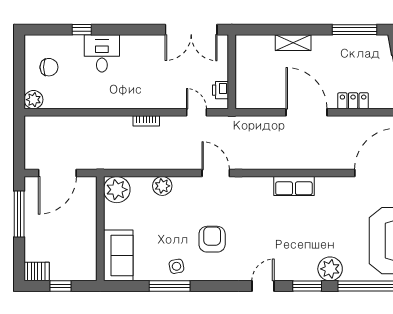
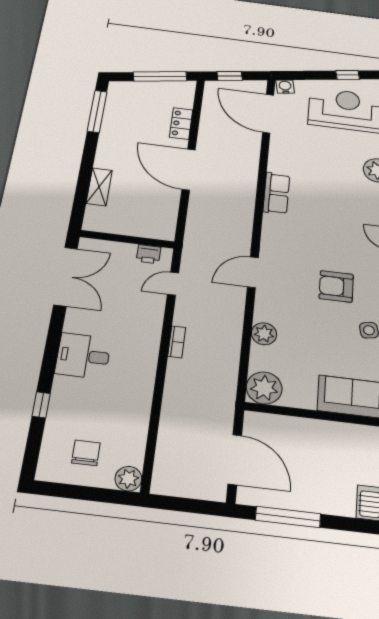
shelving: (293, 43) -> (99, 187), moved
desk: (102, 53) -> (83, 356), moved
door: (307, 112) -> (189, 170), hinge flipped

